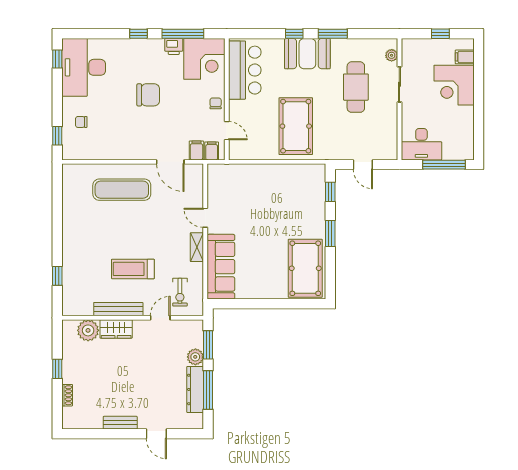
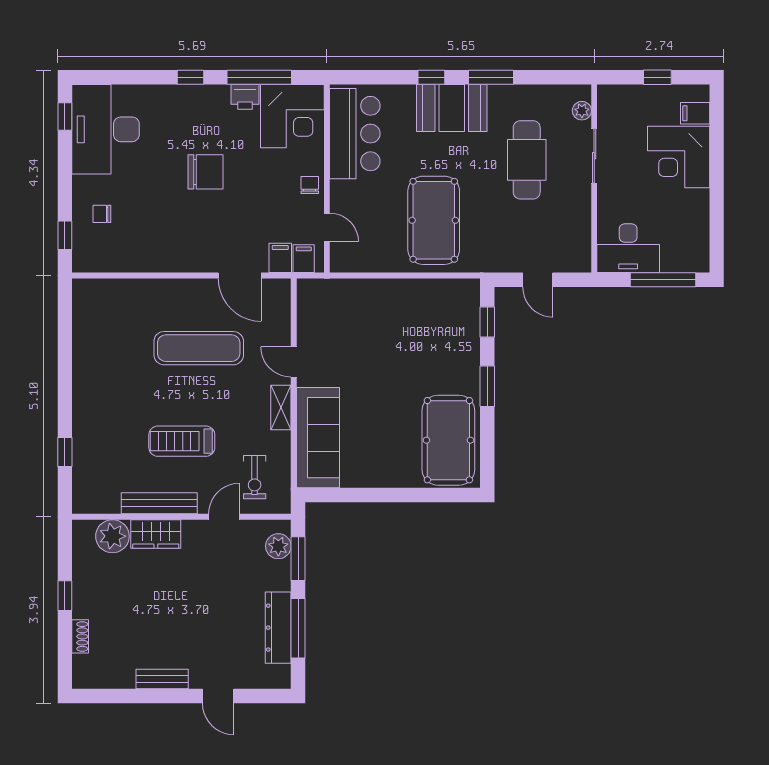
exercise mat: (122, 190) -> (199, 348), moved
plant: (195, 357) -> (278, 546), moved

